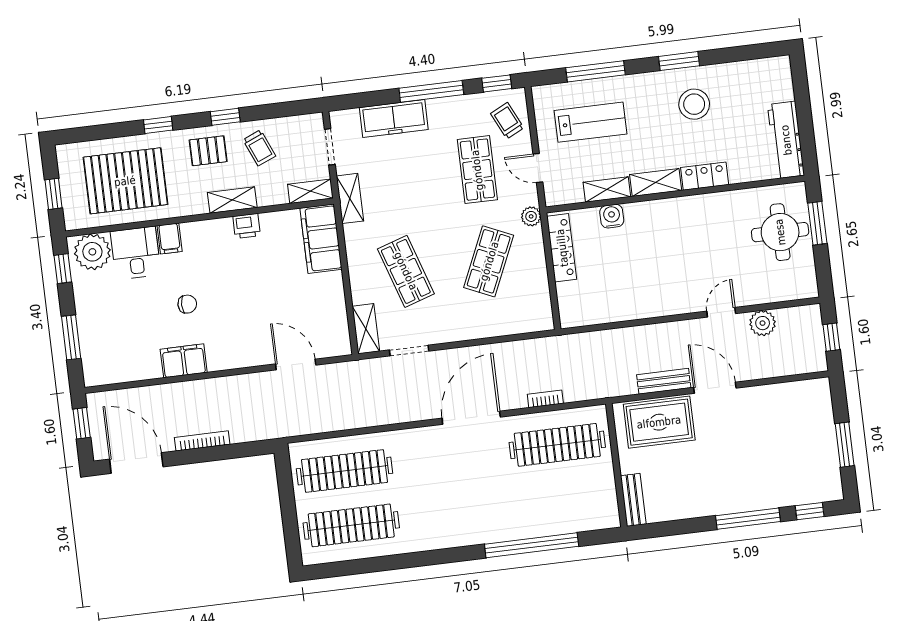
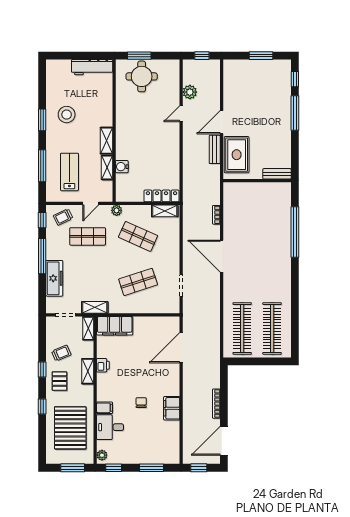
locker: (705, 176) -> (106, 114), removed
window: (53, 194) -> (73, 468), width x1.50
locker: (562, 248) -> (161, 196), moved
plant: (92, 252) -> (102, 455), width x0.53, depth x0.53
door: (721, 312) -> (181, 114), hinge flipped
shelving: (366, 329) -> (165, 211), moved
door: (296, 364) -> (181, 348), width x1.36
clothes rail: (557, 445) -> (242, 211), removed

